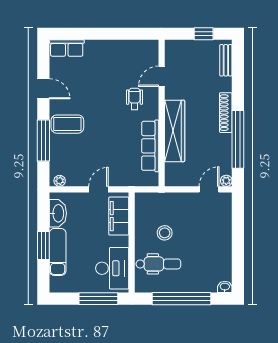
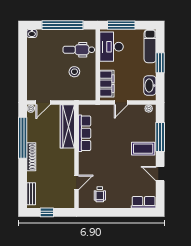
wheelchair: (134, 99) -> (100, 194), moved
wardrobe: (175, 131) -> (67, 126), moved
exam couch: (58, 252) -> (150, 46), moved

